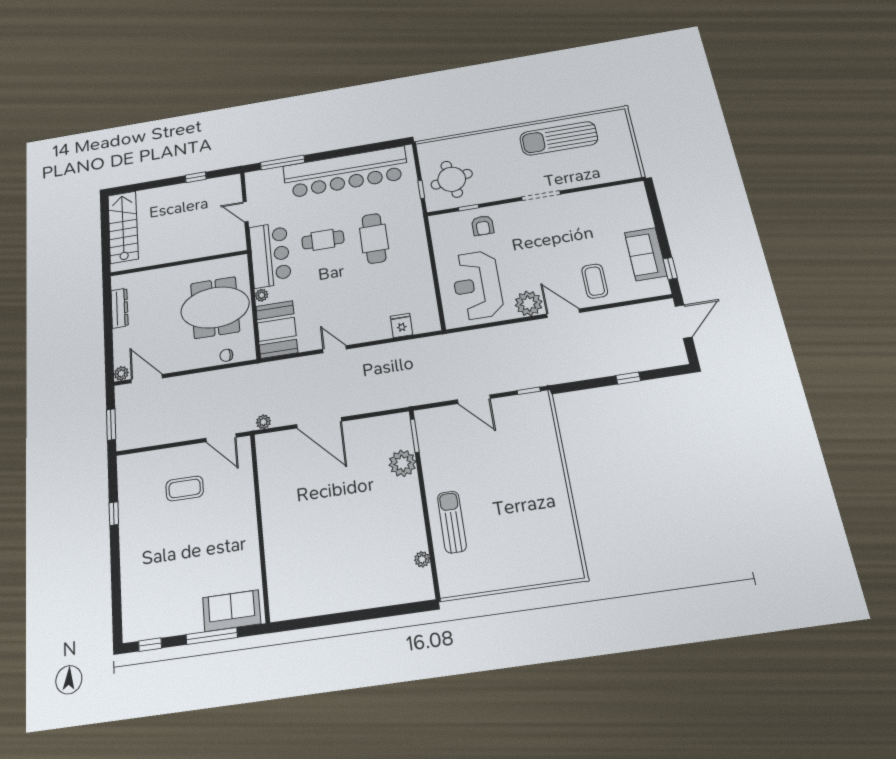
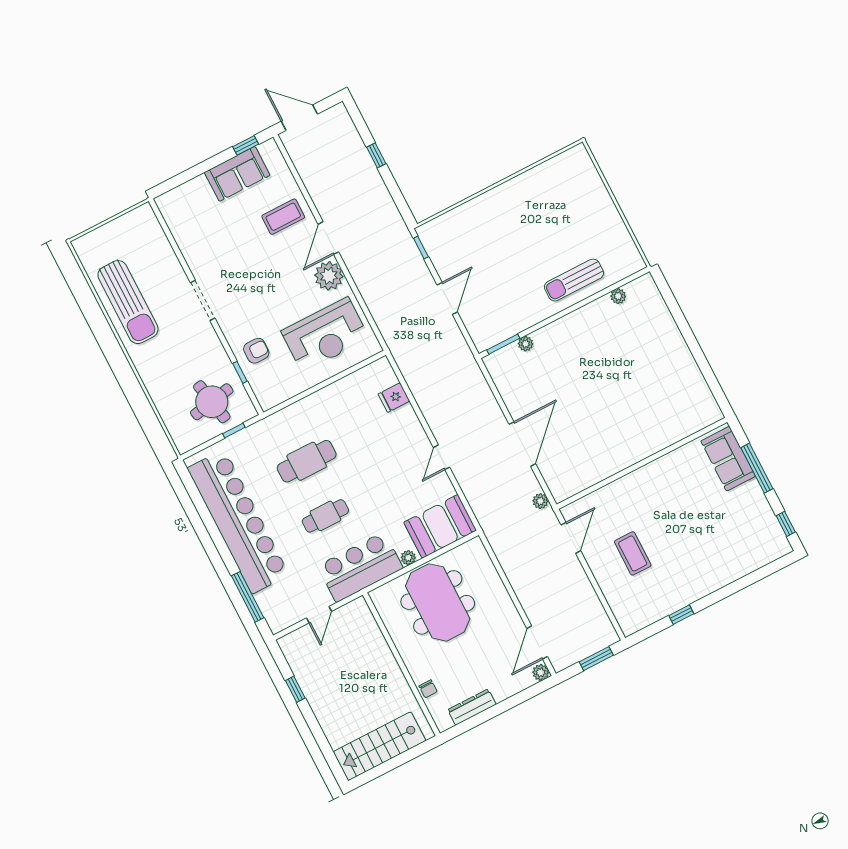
cafe table: (323, 240) -> (325, 516), turned 90
chair: (226, 355) -> (428, 689), moved
plant: (402, 463) -> (526, 344), width x0.53, depth x0.53

